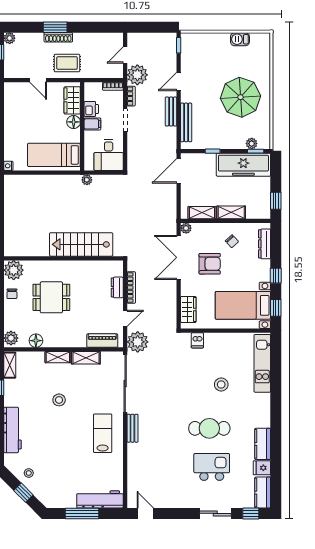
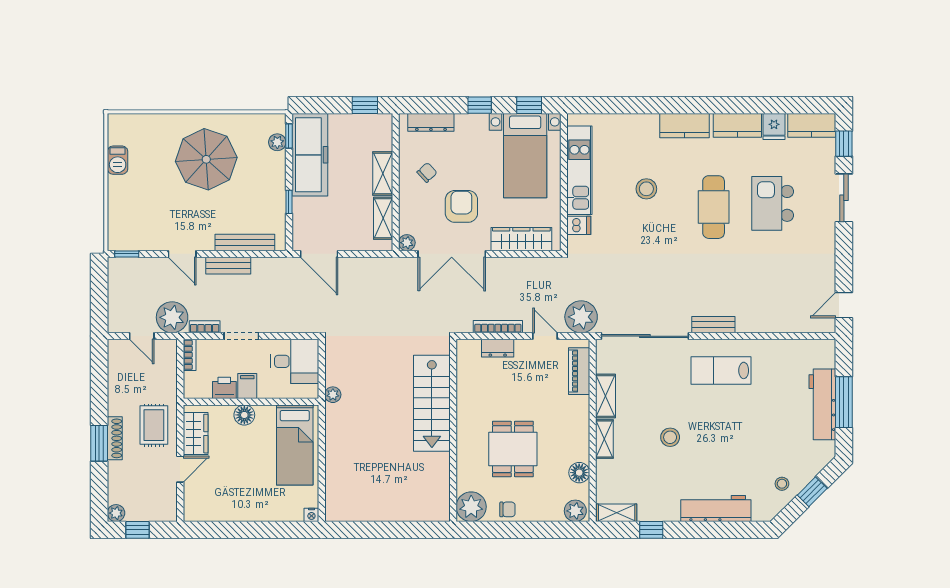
wardrobe: (72, 100) -> (196, 434), moved, turned -90
wardrobe: (188, 309) -> (521, 239), width x1.50
kitchen unit: (262, 363) -> (579, 170), moved, turned -90
kitchen counter: (262, 409) -> (684, 126), added
workbench: (100, 499) -> (822, 404), moved

